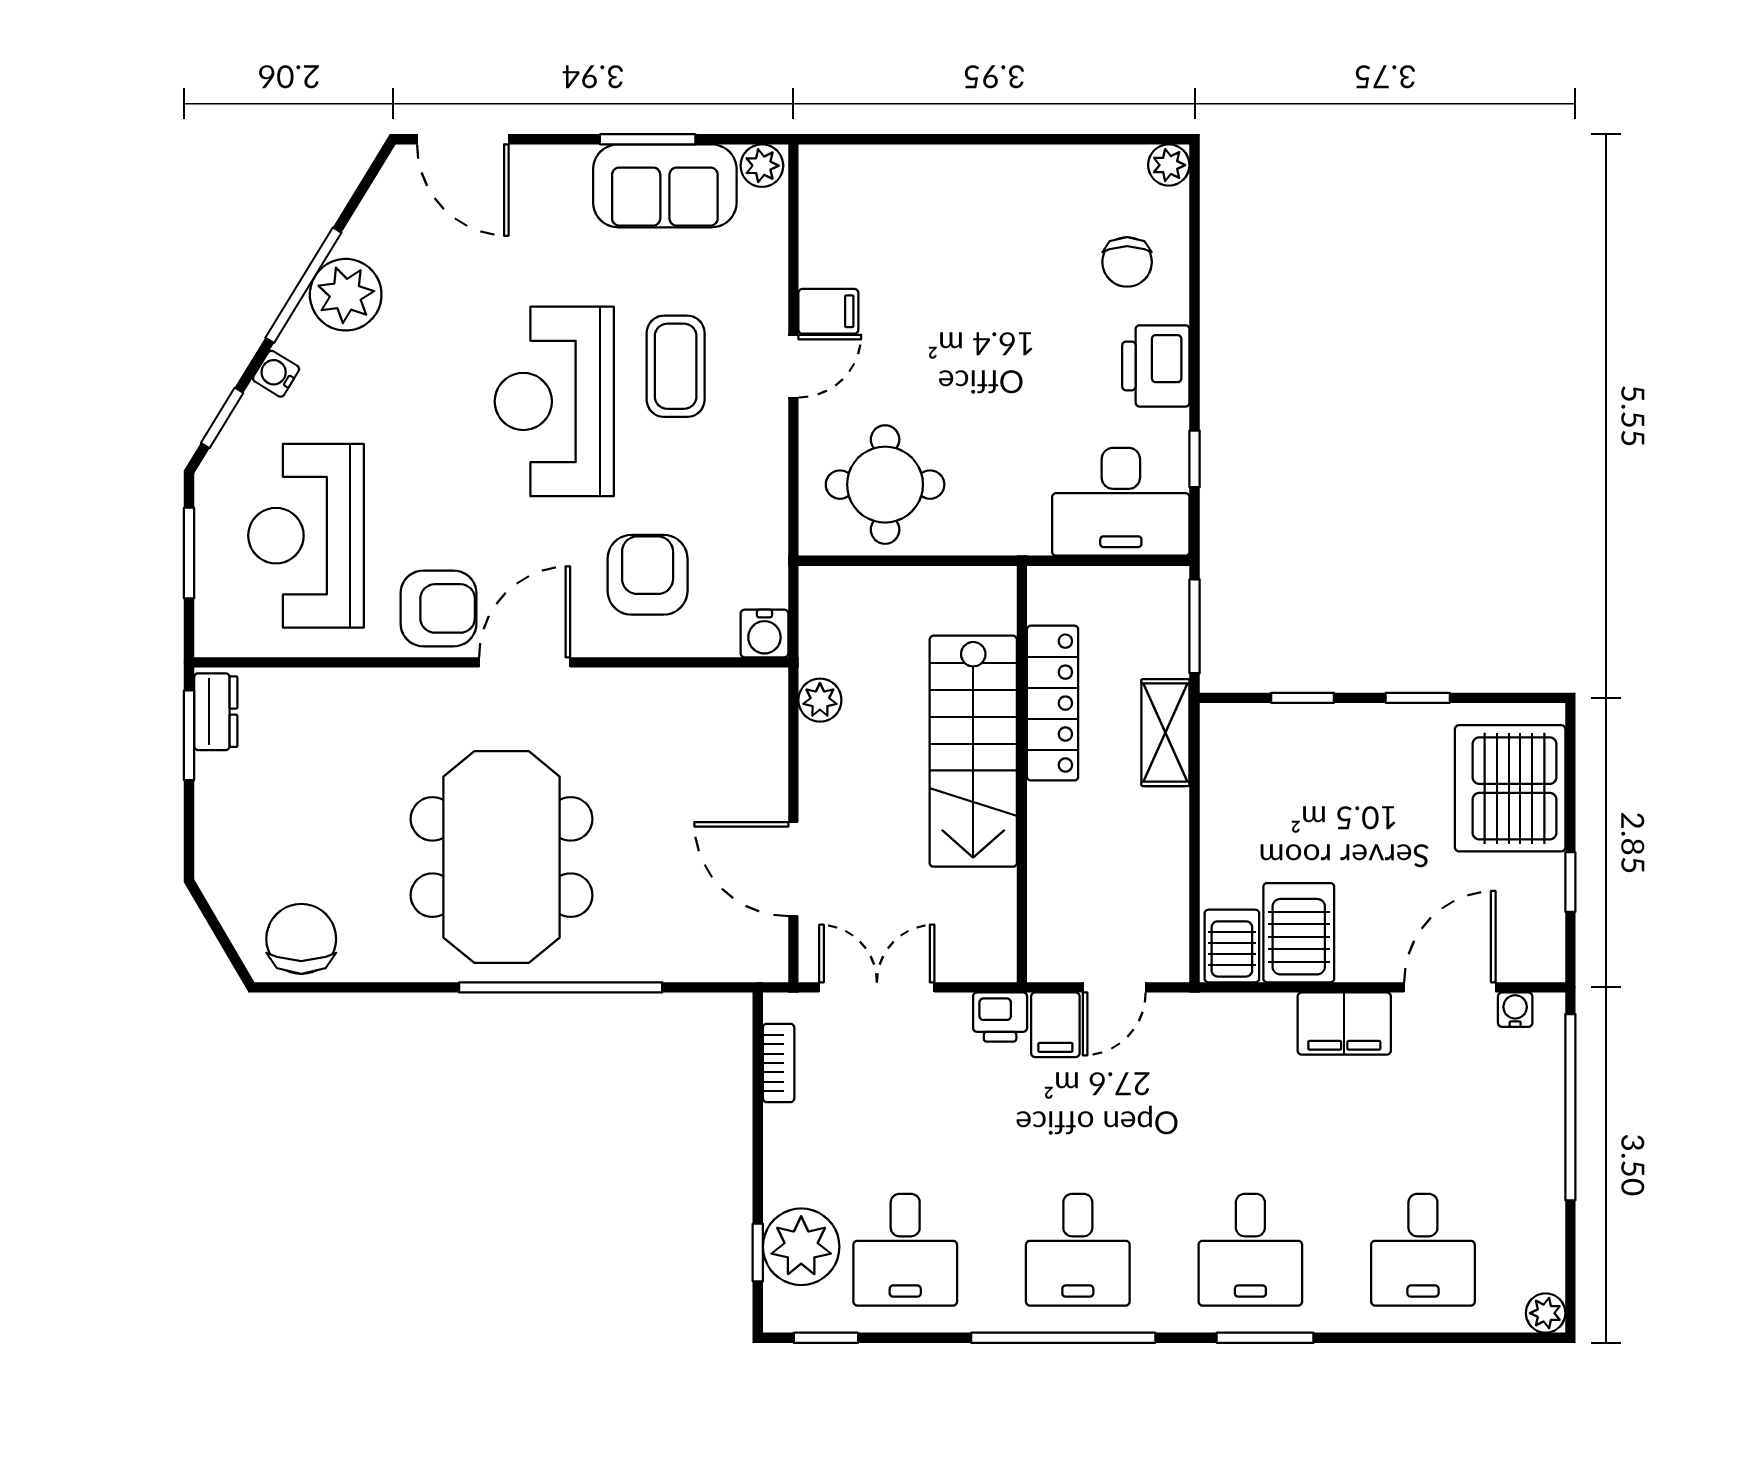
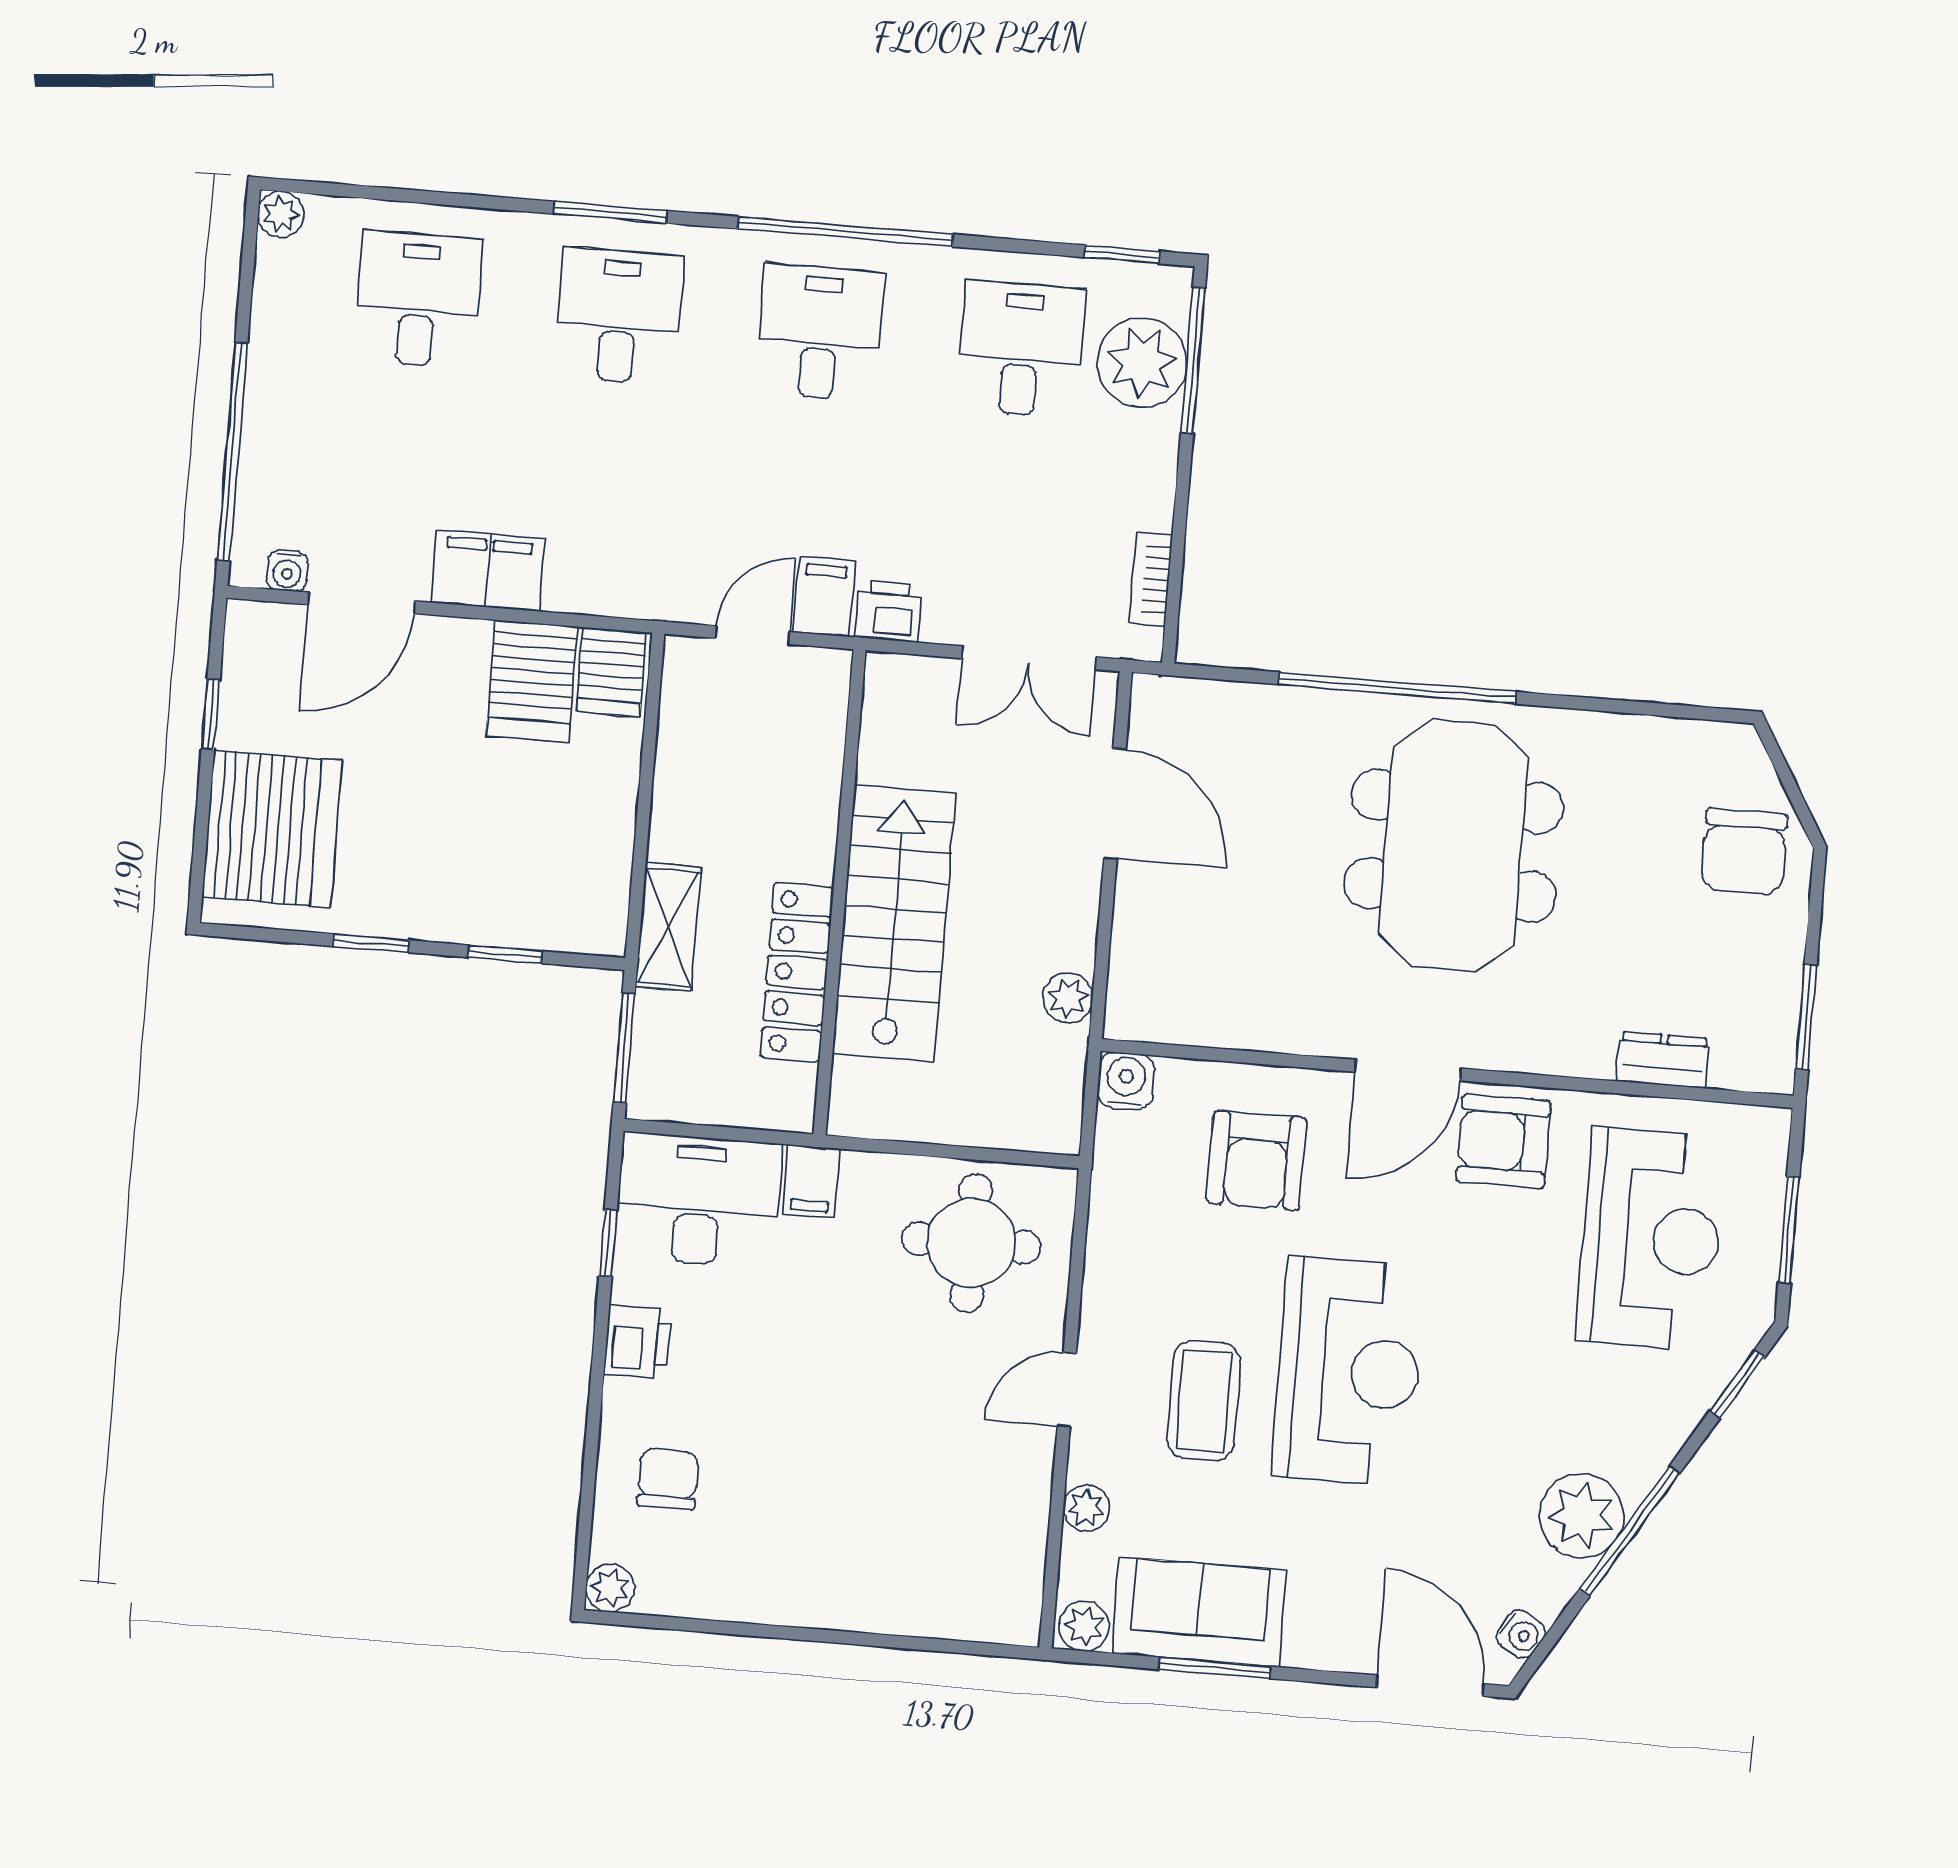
plant: (768, 266) -> (1086, 1508), added
filing cabinet: (828, 311) -> (811, 1181), moved, turned -90
printer: (1156, 366) -> (638, 1342), width x0.73, depth x0.81
water cooler: (276, 374) -> (1521, 1634), moved
dresser: (216, 712) -> (1663, 1060), moved, turned 90
chair: (301, 939) -> (1744, 852), moved
window: (758, 1253) -> (1193, 360), width x2.17

